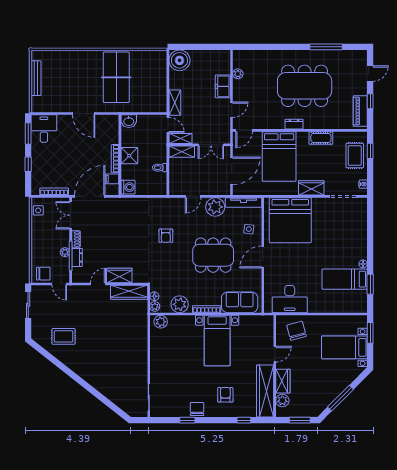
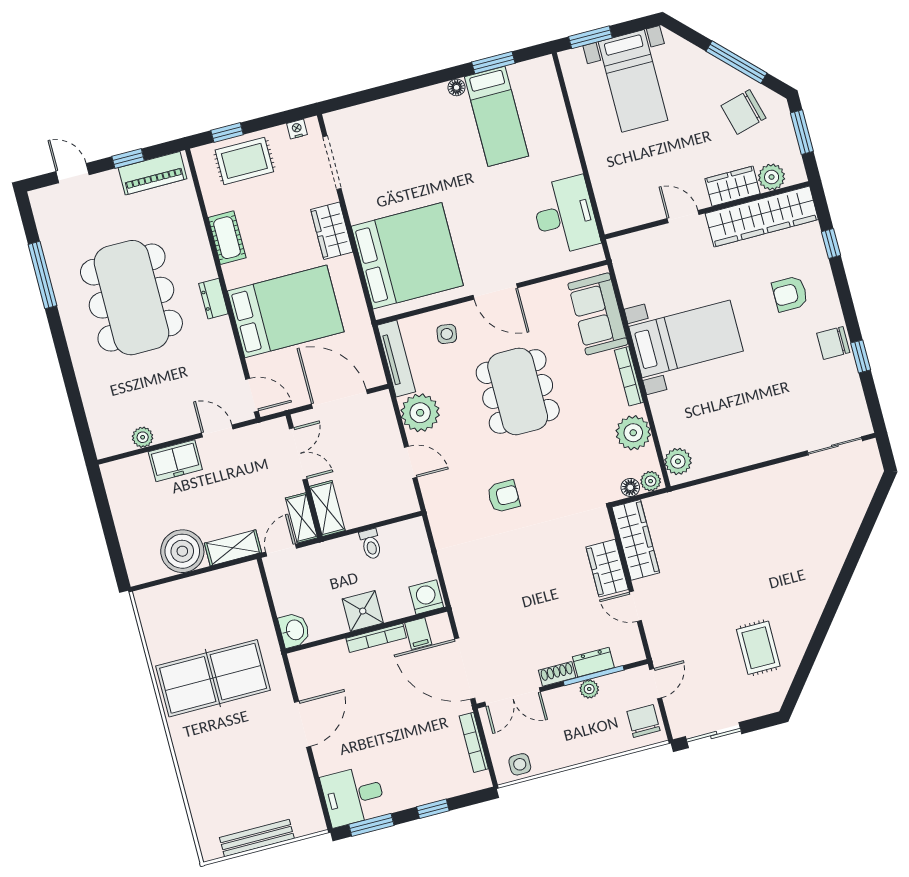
boiler: (180, 60) -> (182, 551), moved
chair: (296, 331) -> (743, 112), moved

